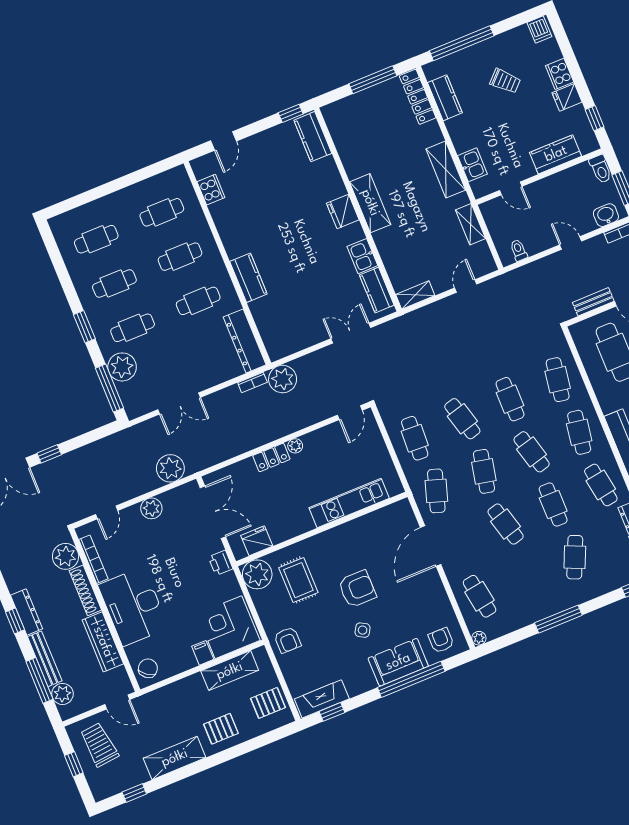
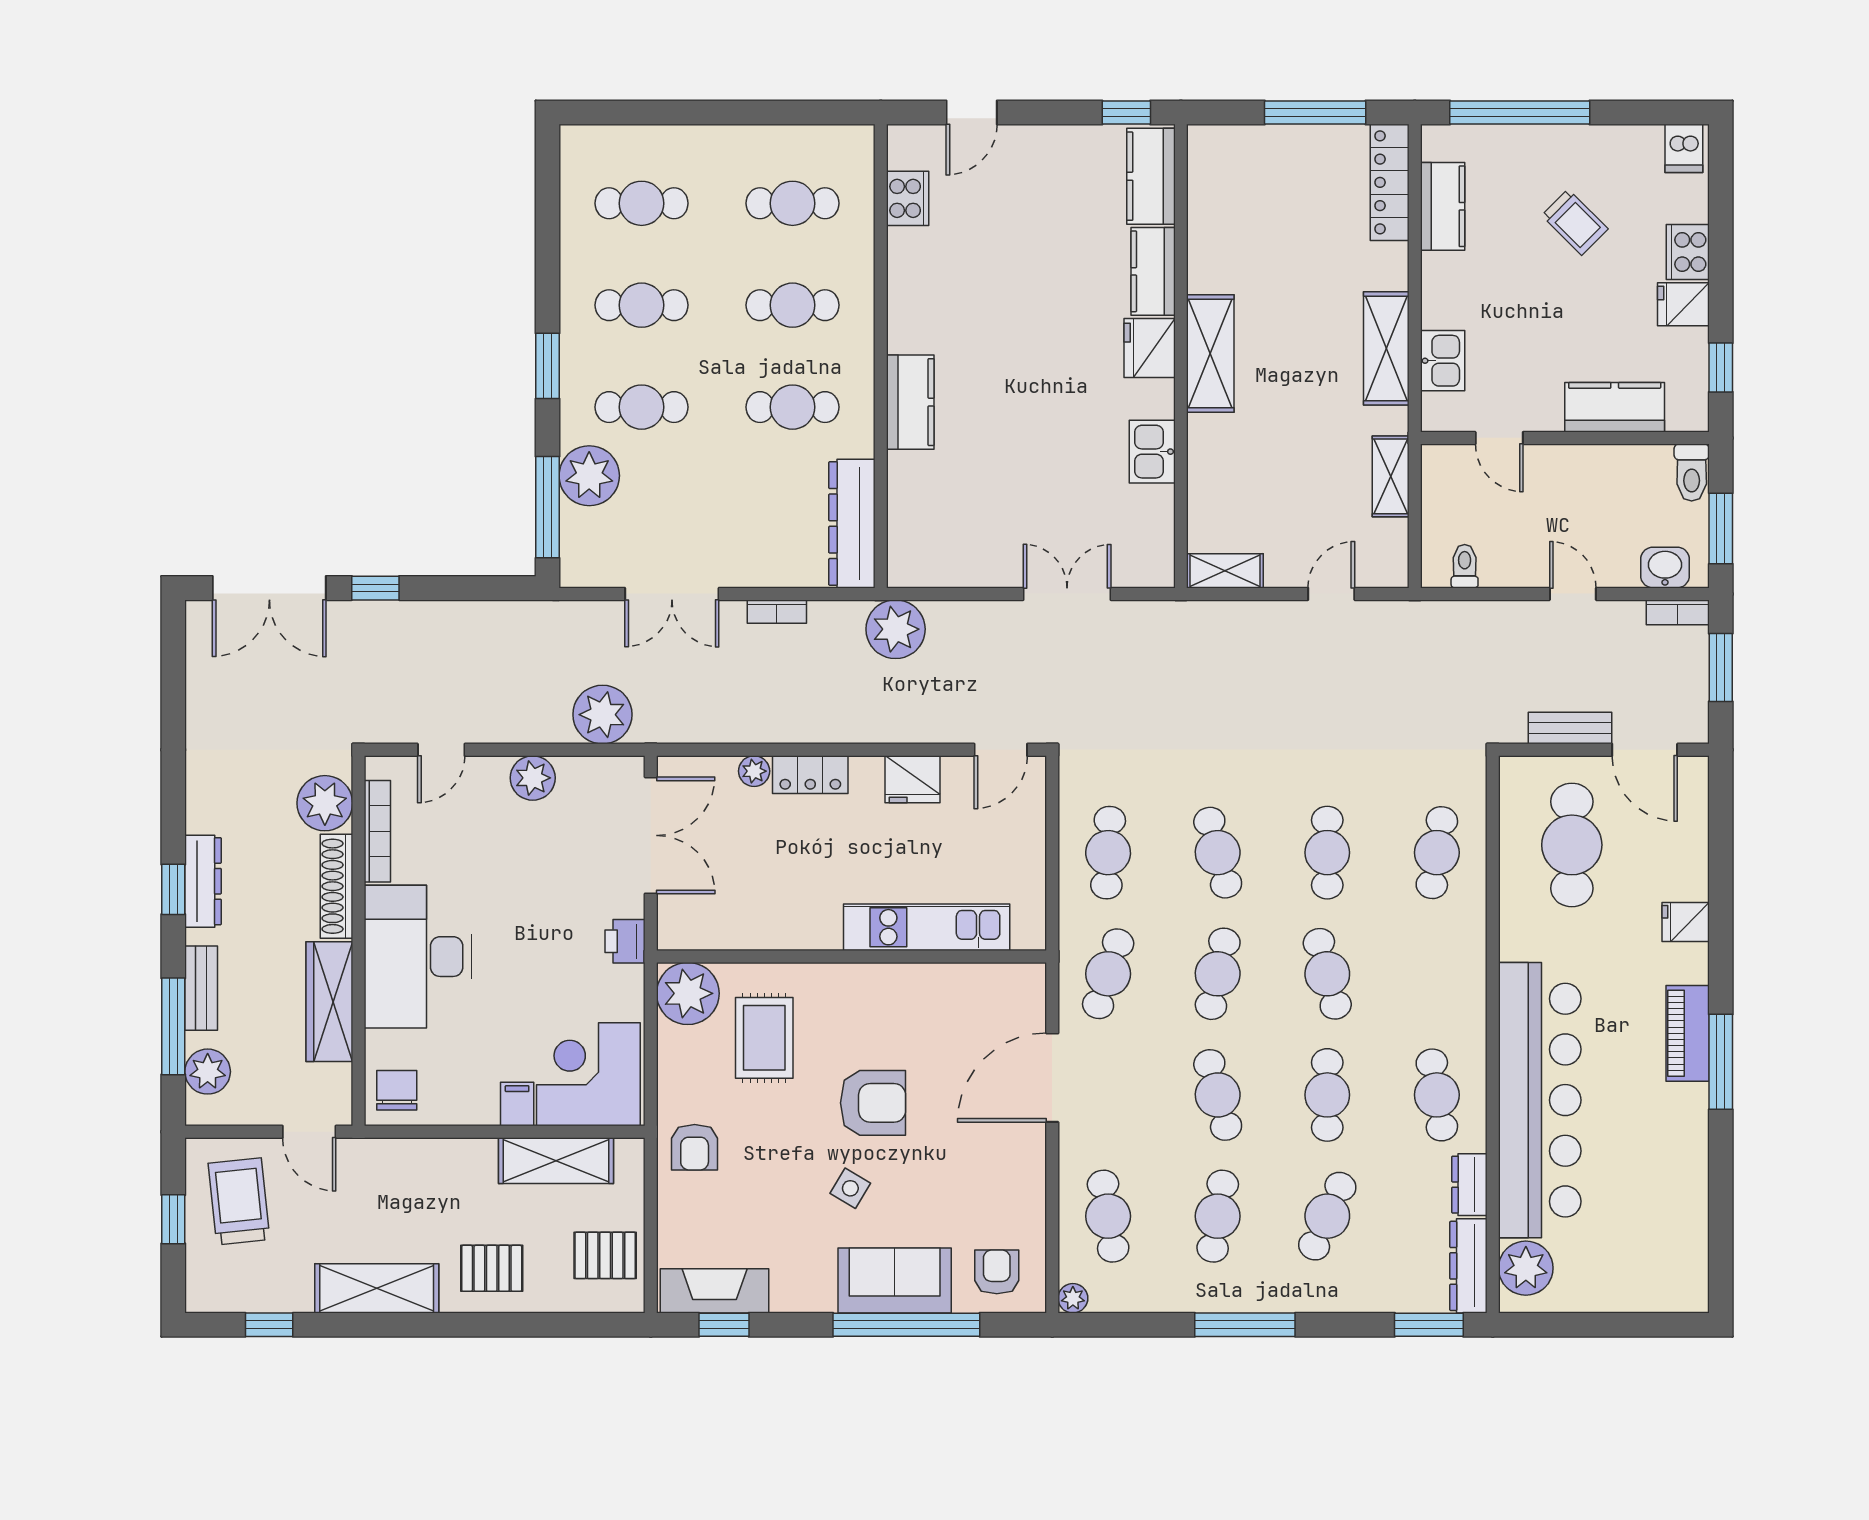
kitchen counter: (377, 290) -> (1153, 271), moved
bookcase: (252, 382) -> (777, 612), moved
cafe table: (579, 432) -> (1218, 1216), moved
plant: (295, 446) -> (754, 771), moved
fridge: (257, 541) -> (912, 779), moved, turned 180
bench: (45, 659) -> (201, 988), width x0.73
chair: (148, 668) -> (397, 1090), turned -37

